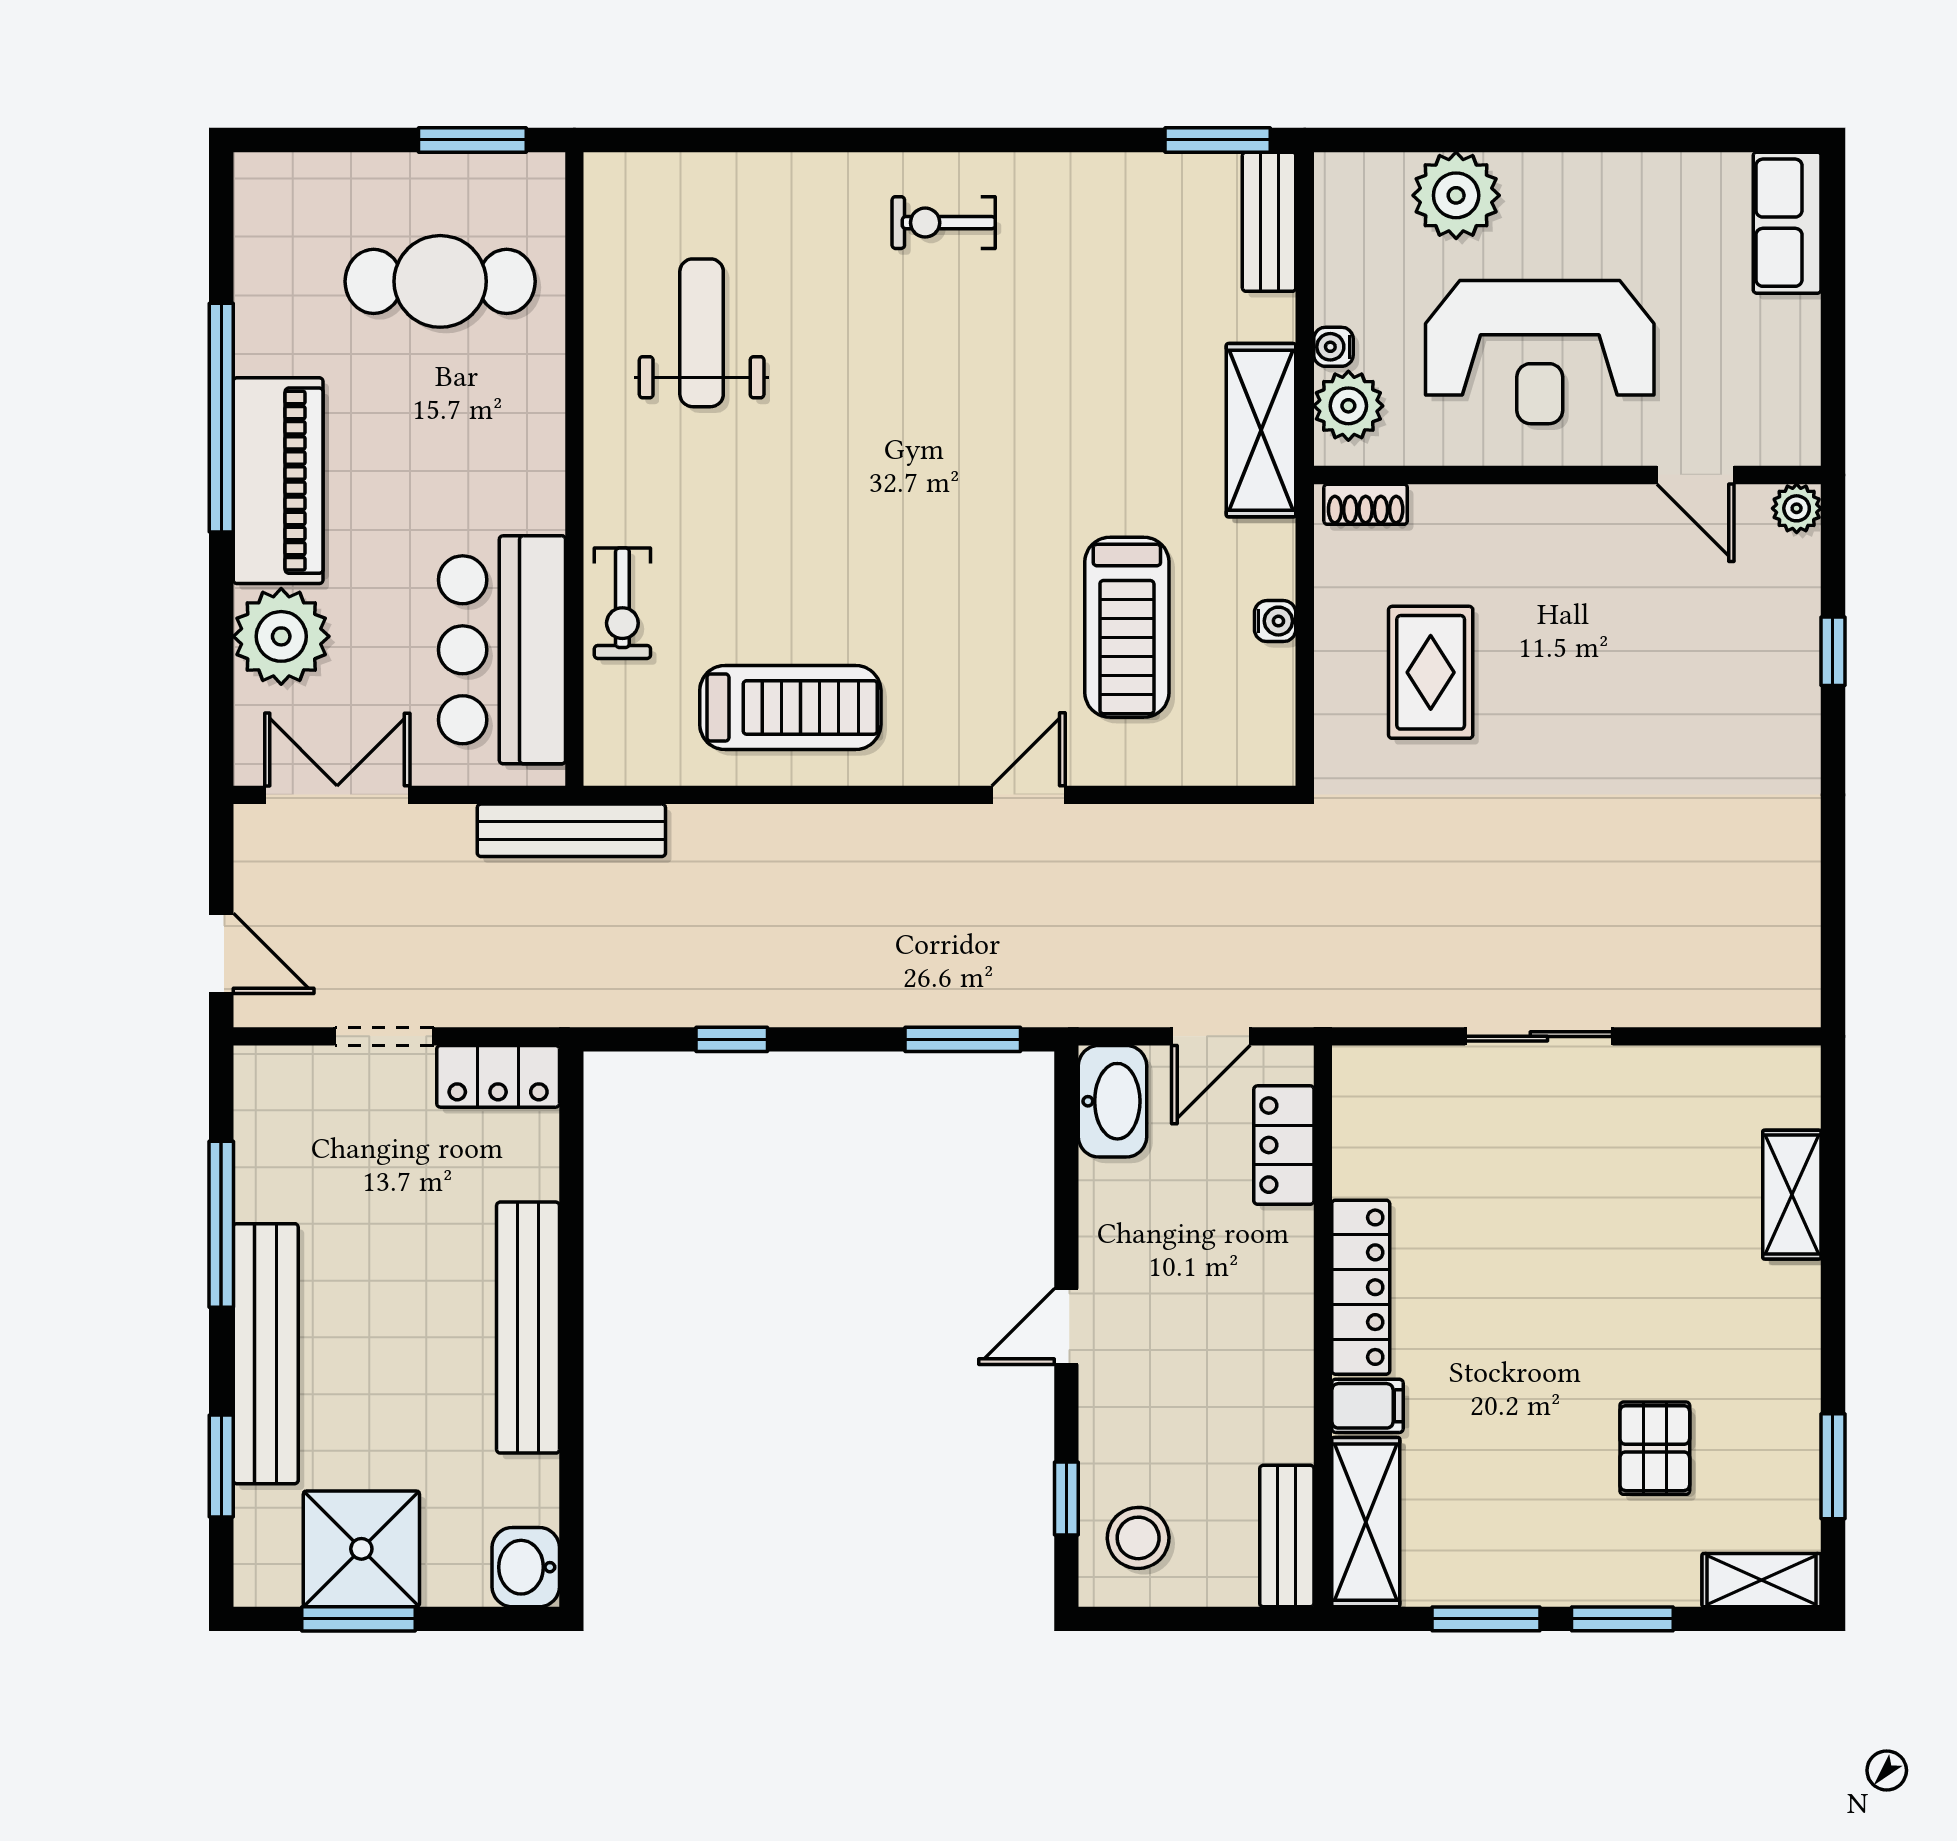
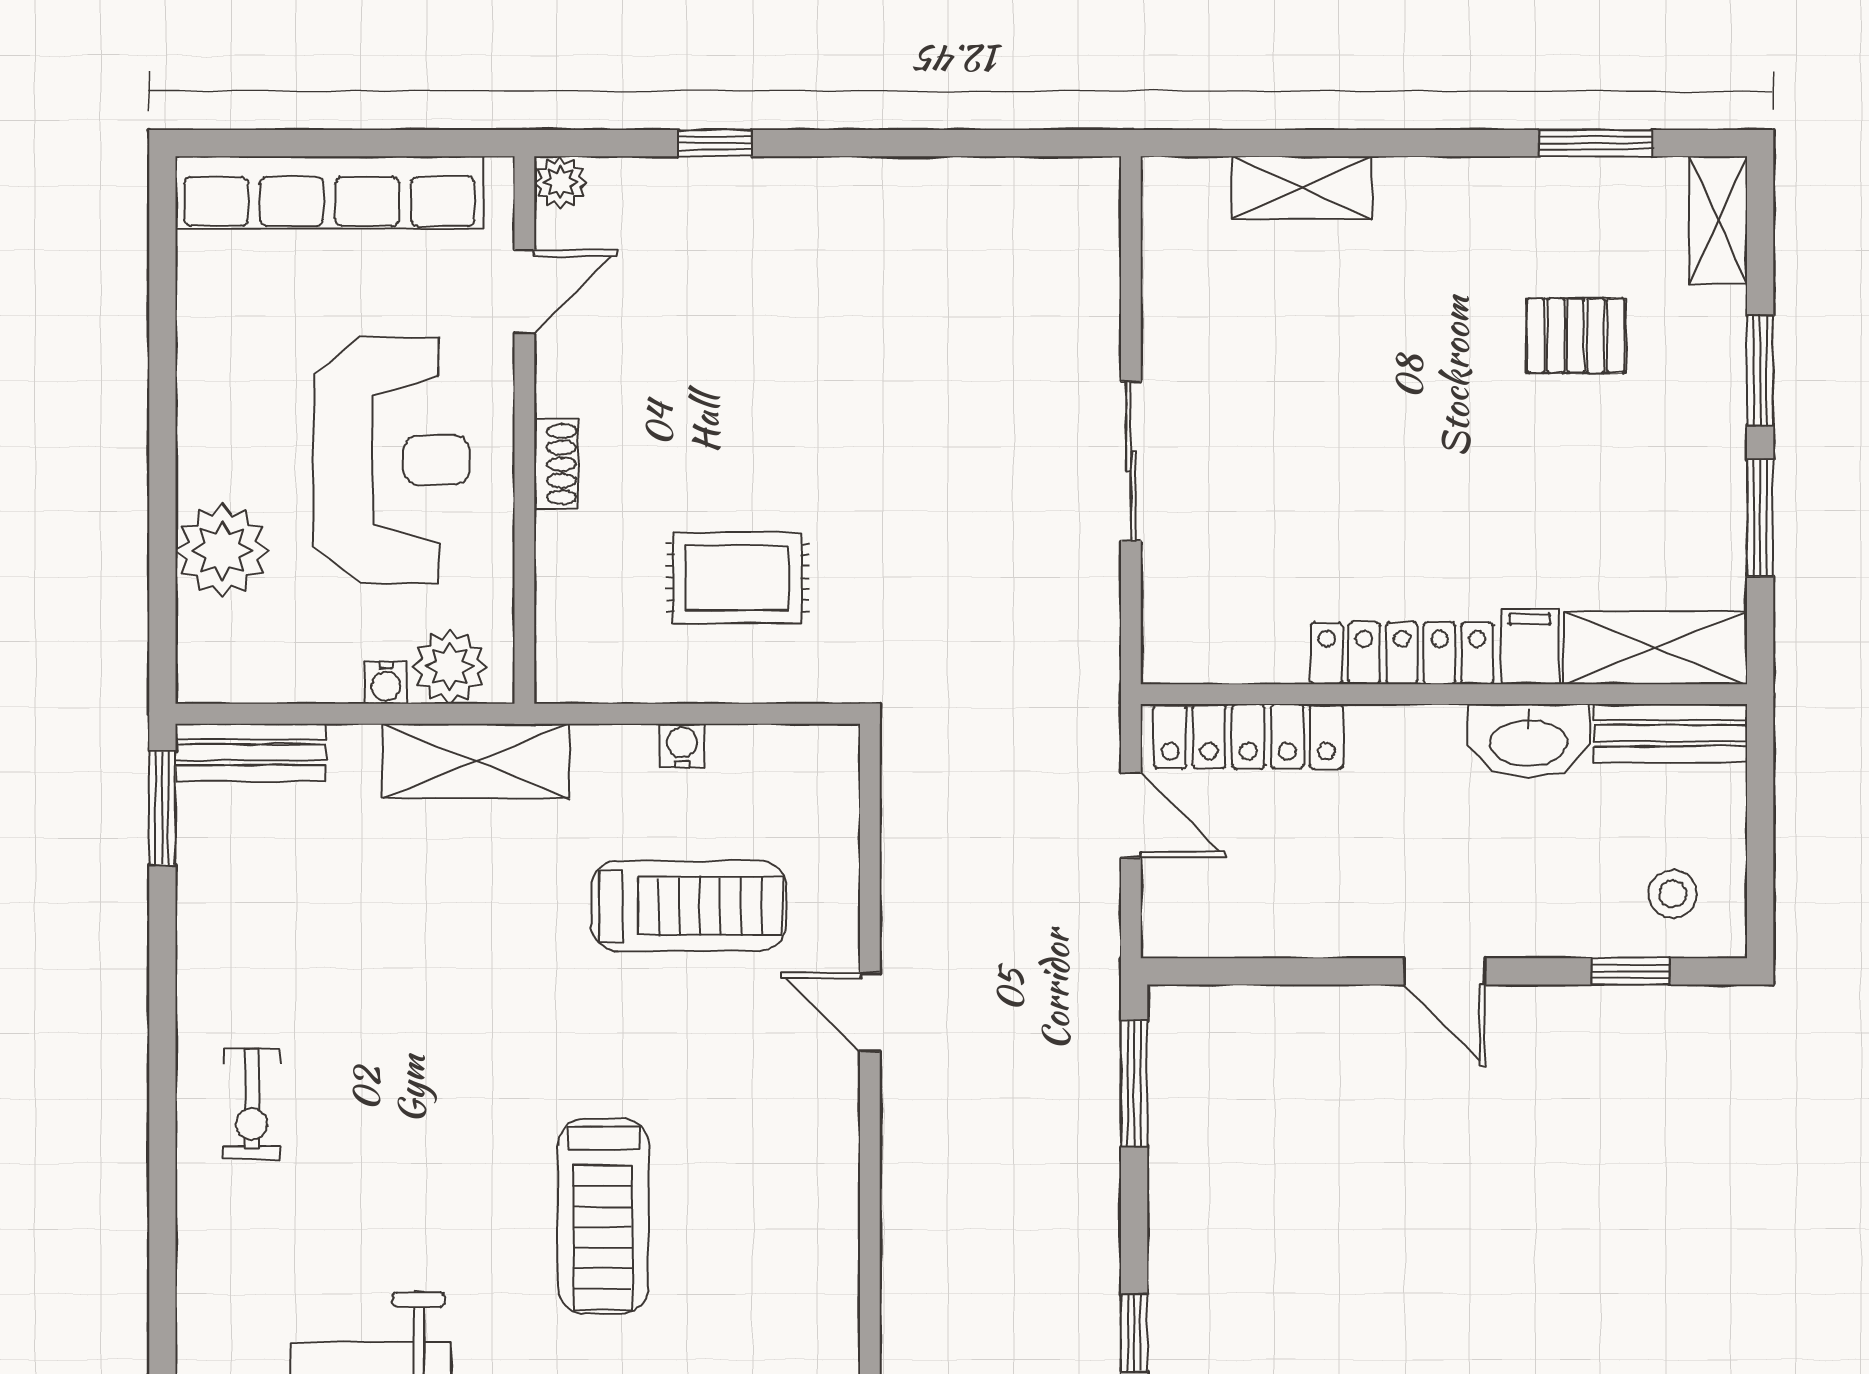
row of seats: (1787, 223) -> (329, 193), width x2.02
shoe rack: (1366, 504) -> (556, 464), moved
treadmill: (790, 707) -> (603, 1216), moved, turned 180
washbasin: (1113, 1101) -> (1529, 741), moved, turned 180
locker: (1284, 1145) -> (1248, 736), width x1.53
stool: (1138, 1538) -> (1673, 894), width x0.73, depth x0.73

